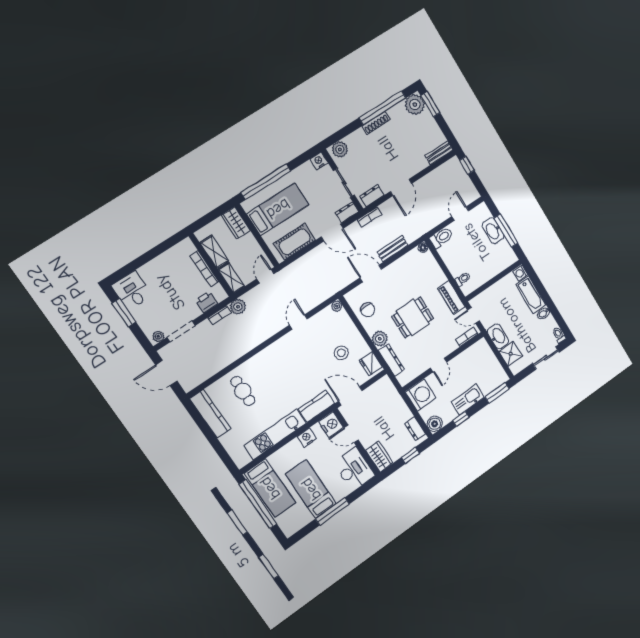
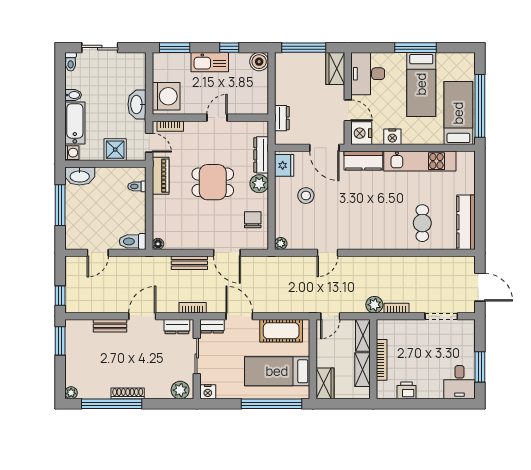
plant: (415, 104) -> (71, 393), width x0.53, depth x0.53
window: (430, 104) -> (60, 341), moved
bench: (439, 153) -> (110, 326), moved
washbasin: (493, 231) -> (80, 176), moved, turned 90
printer: (206, 302) -> (406, 390), moved, turned 180
plant: (158, 336) -> (464, 326), removed
shower: (511, 354) -> (115, 150), moved
washing machine: (421, 395) -> (166, 96), moved, turned 180
dresser: (415, 429) -> (282, 118), moved
window: (410, 455) -> (304, 48), width x2.17

